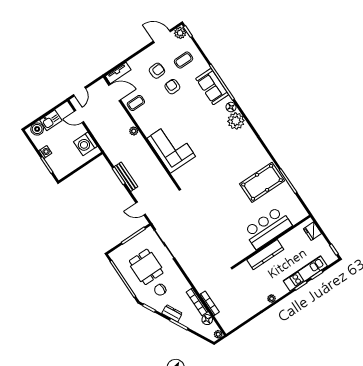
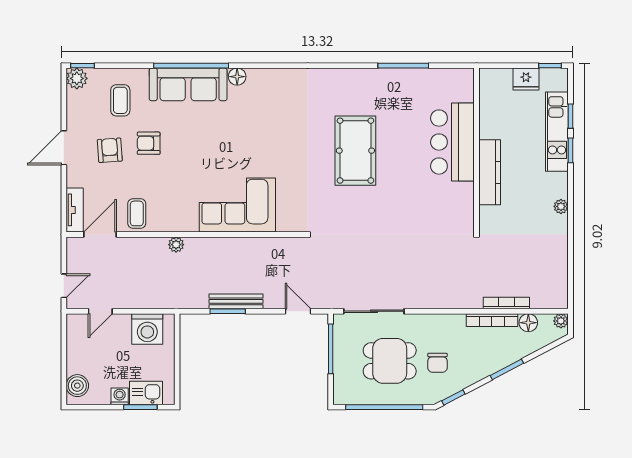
door: (162, 36) -> (64, 148), moved
sofa: (212, 87) -> (188, 84), width x1.36
door: (80, 92) -> (64, 286), hinge flipped
kitchen sink: (51, 120) -> (146, 393), moved, turned -90
plant: (236, 121) -> (263, 83), removed
pool table: (262, 182) -> (355, 151), moved
door: (141, 209) -> (298, 311), swing flipped
fridge: (312, 231) -> (526, 79), moved
dresser: (172, 313) -> (484, 368), removed

